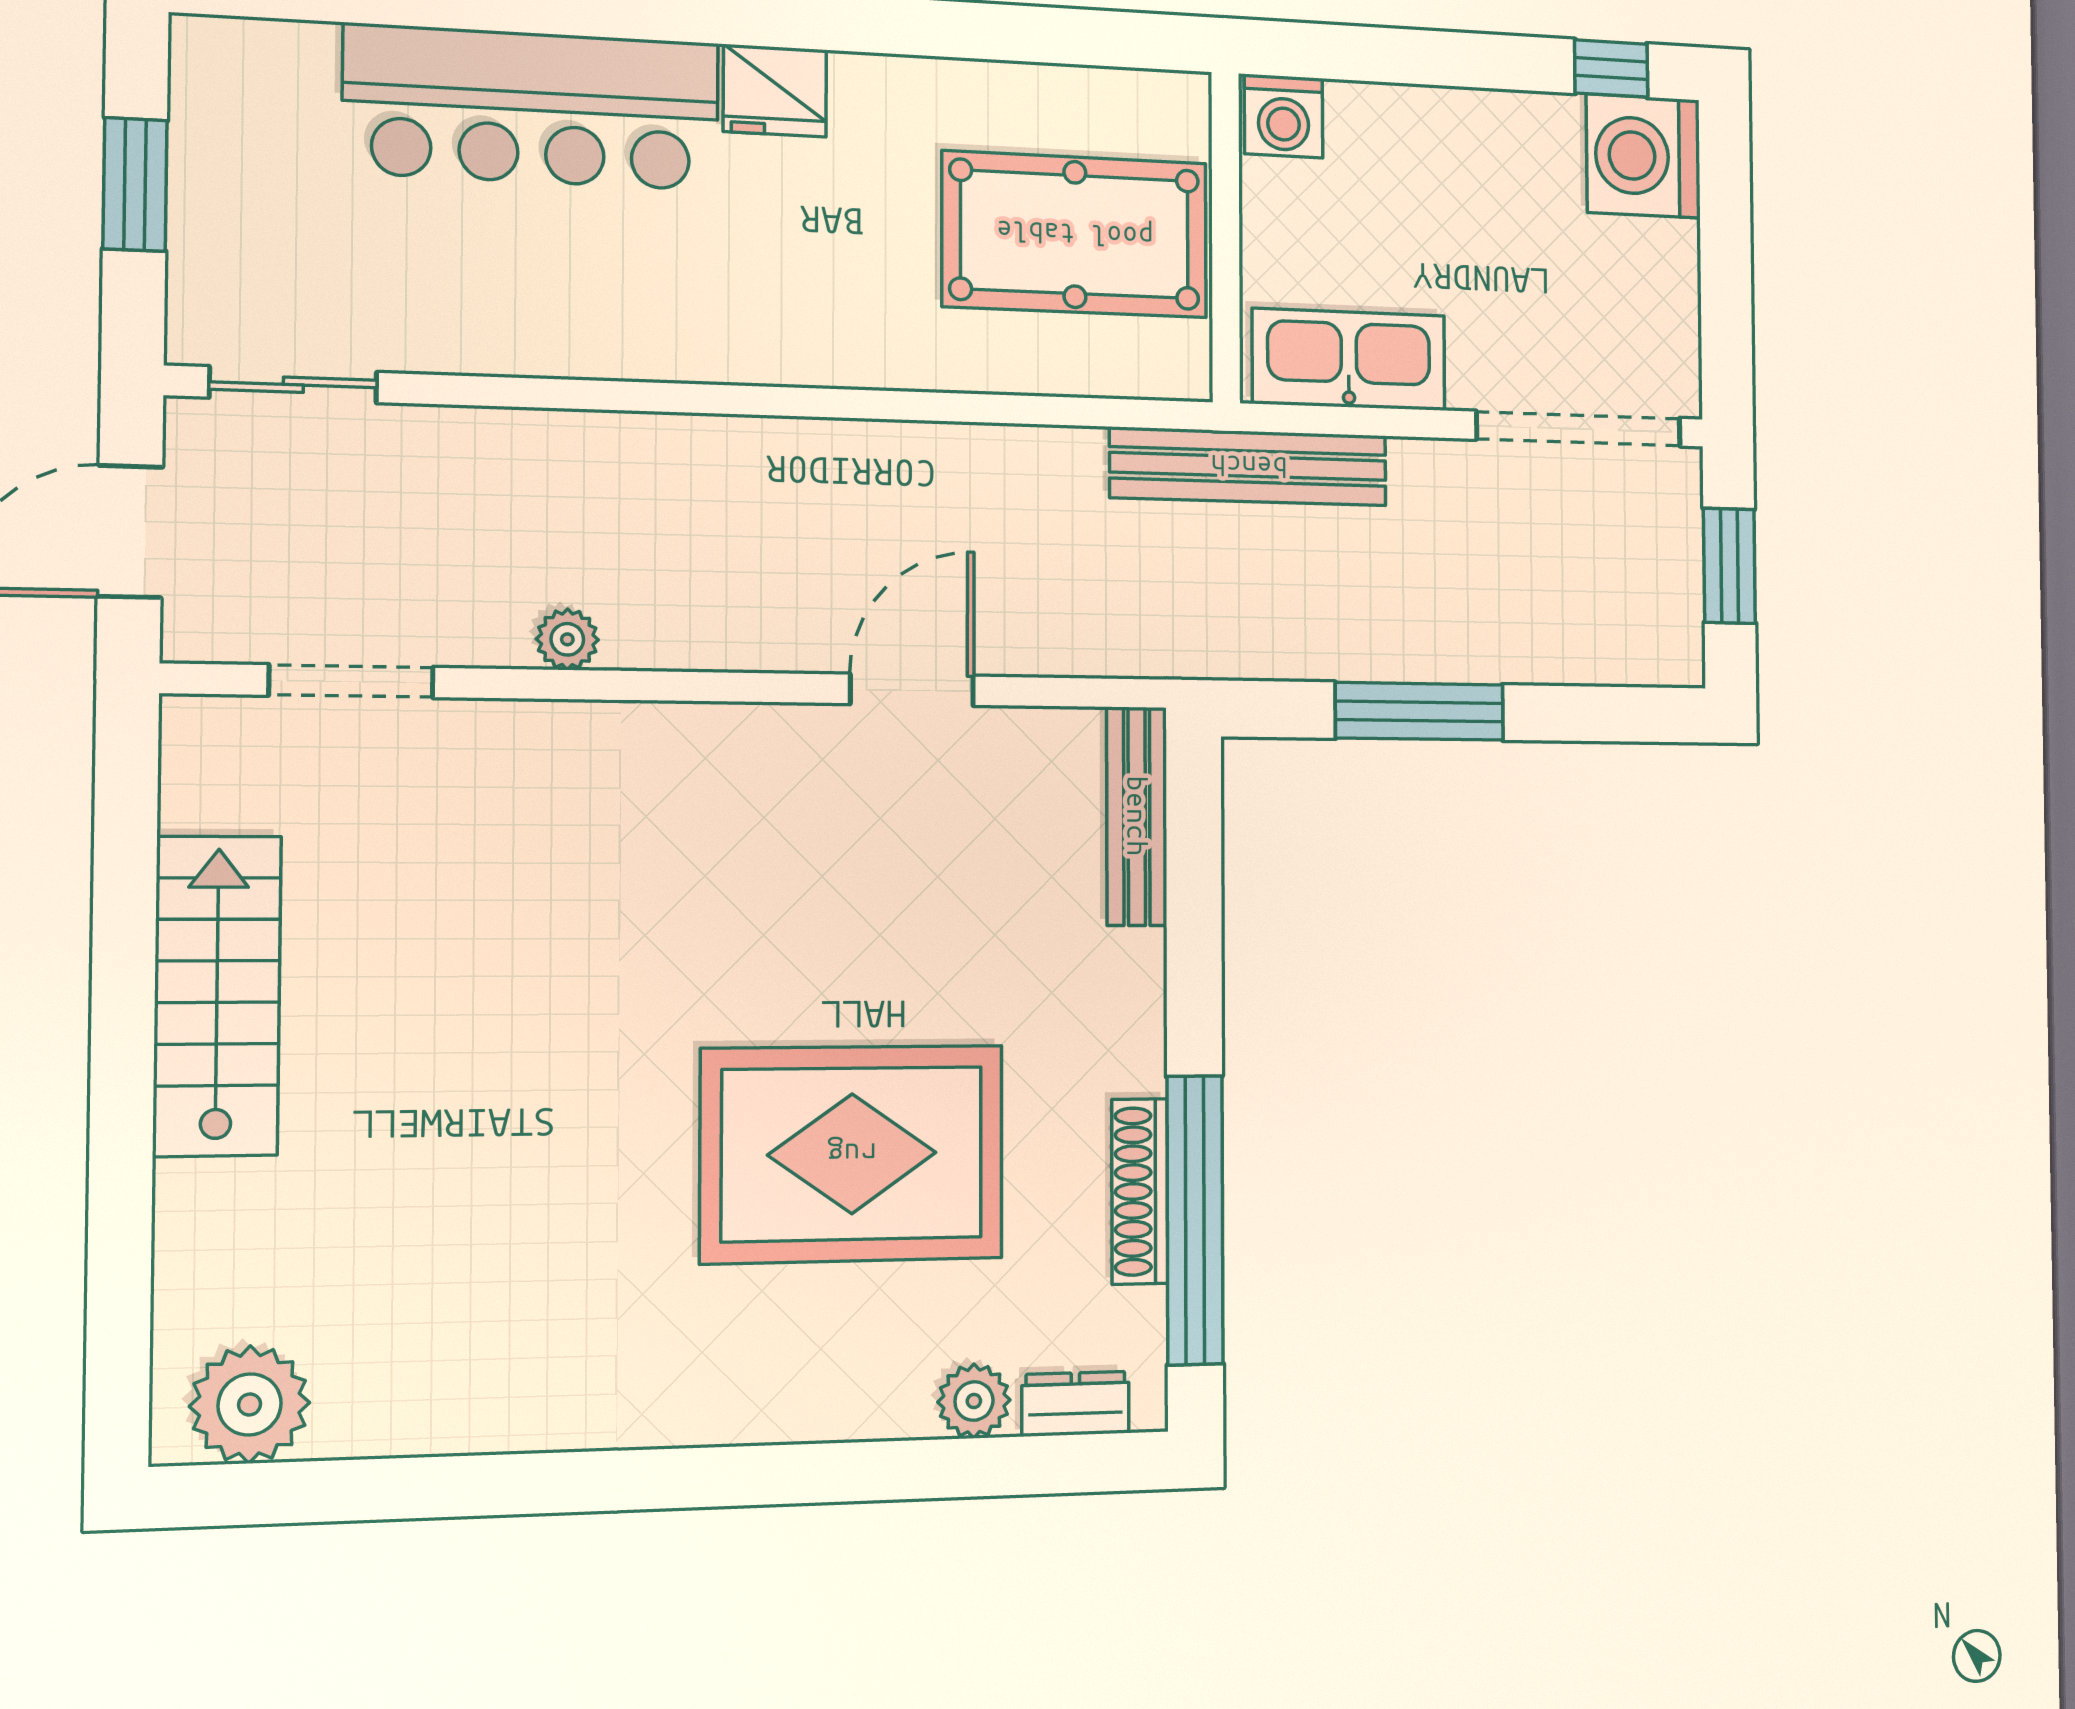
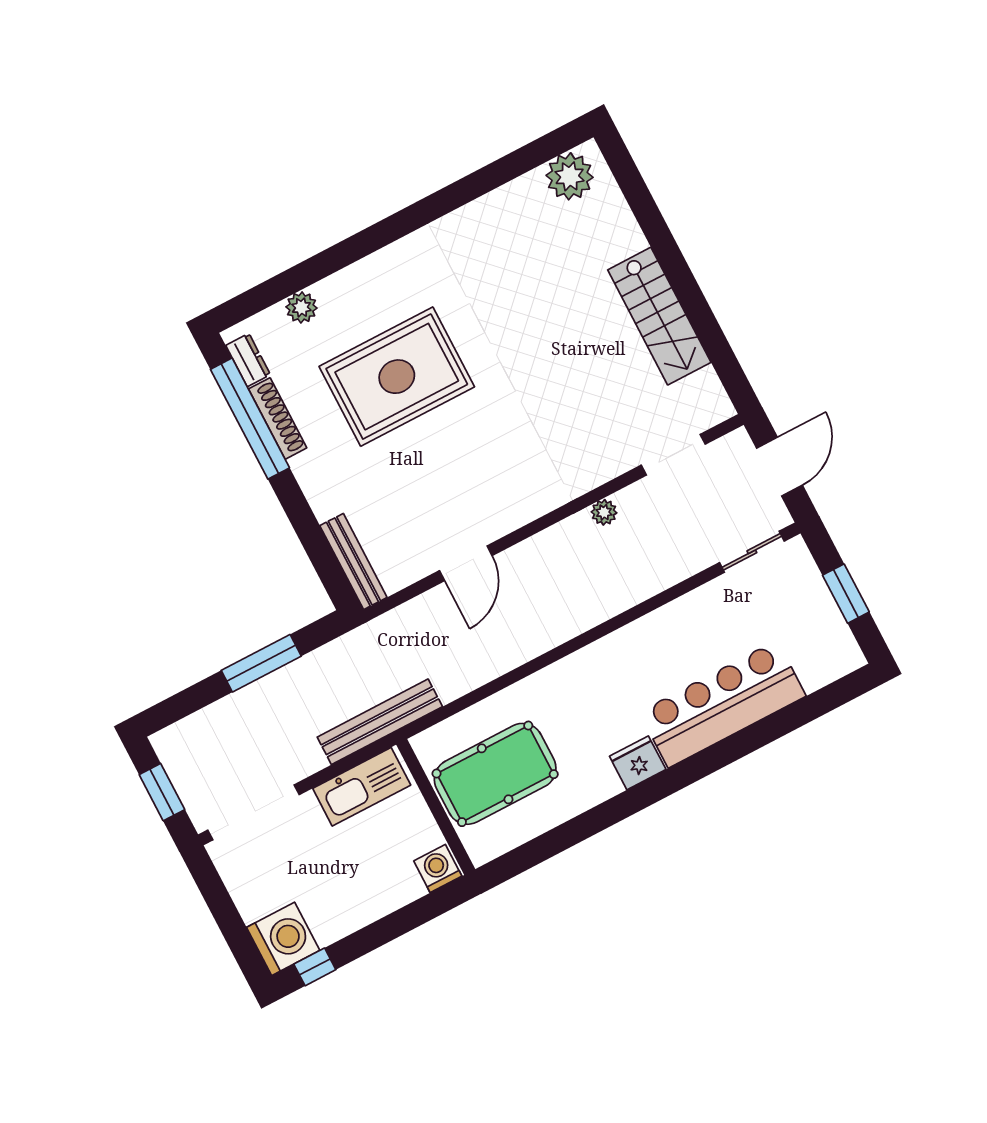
dresser: (1075, 1404) -> (248, 360), moved, turned -90

